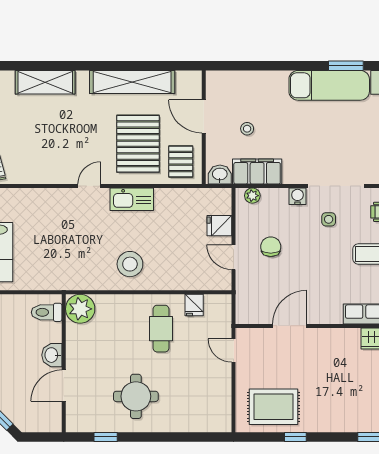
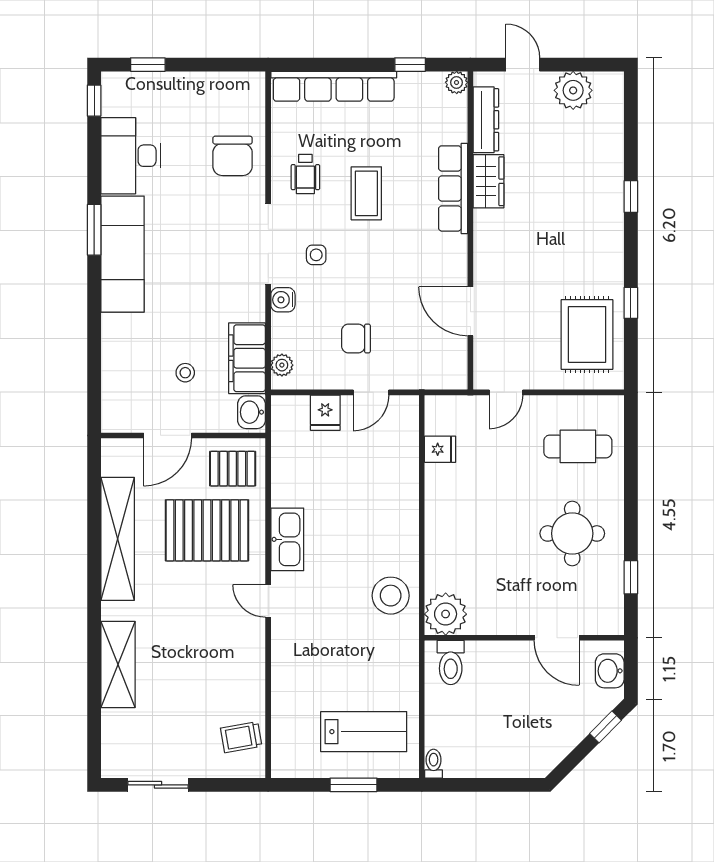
stool: (130, 264) -> (391, 596), moved
cafe table: (161, 329) -> (578, 446), moved
washbasin: (52, 355) -> (610, 671), moved, turned 90

